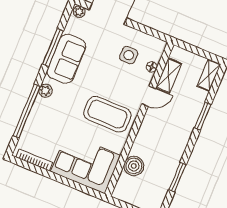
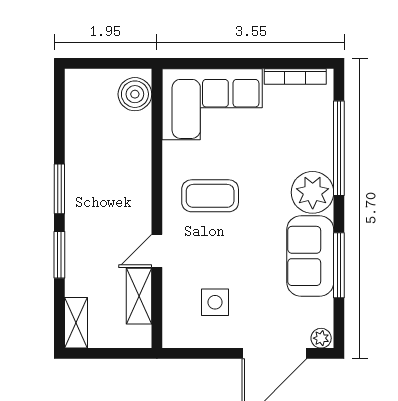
floor lamp: (152, 67) -> (171, 299), removed
plant: (46, 91) -> (313, 192), width x1.88, depth x1.88
coffee table: (107, 114) -> (210, 196), width x0.73, depth x0.76
boiler: (134, 166) -> (135, 94), moved
window: (177, 177) -> (59, 189), moved

